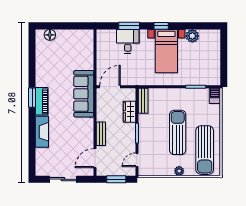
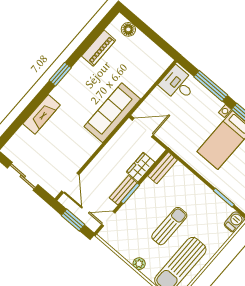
window: (129, 26) -> (211, 86), width x1.44
desk: (128, 41) -> (178, 84), moved, turned -90
piano: (42, 101) -> (99, 48), moved
sun lounger: (178, 132) -> (169, 226), width x0.73, depth x0.75
bench: (101, 134) -> (123, 190), moved
door: (95, 158) -> (70, 183), swing flipped

